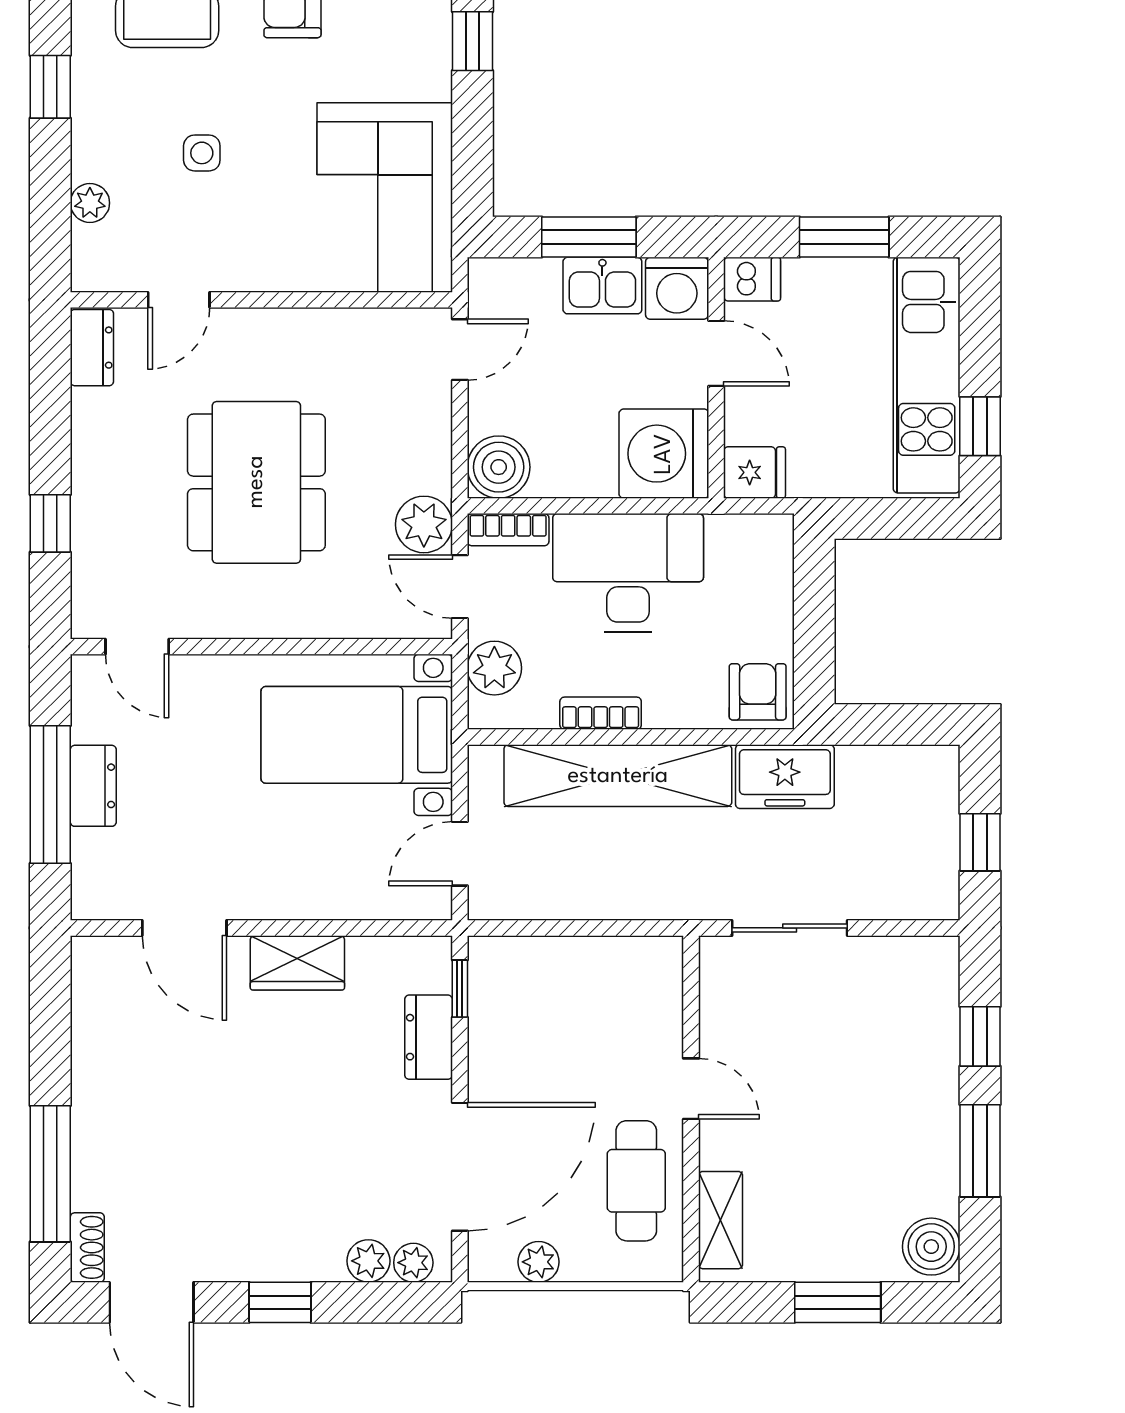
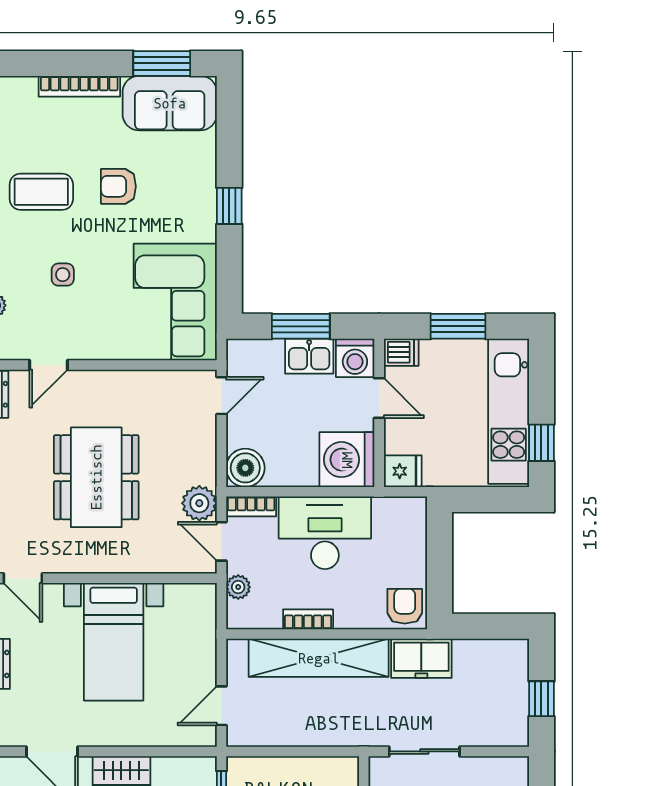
plant: (494, 668) -> (238, 587), width x0.73, depth x0.73
bed with nightstands: (357, 735) -> (114, 642), moved, turned -90

